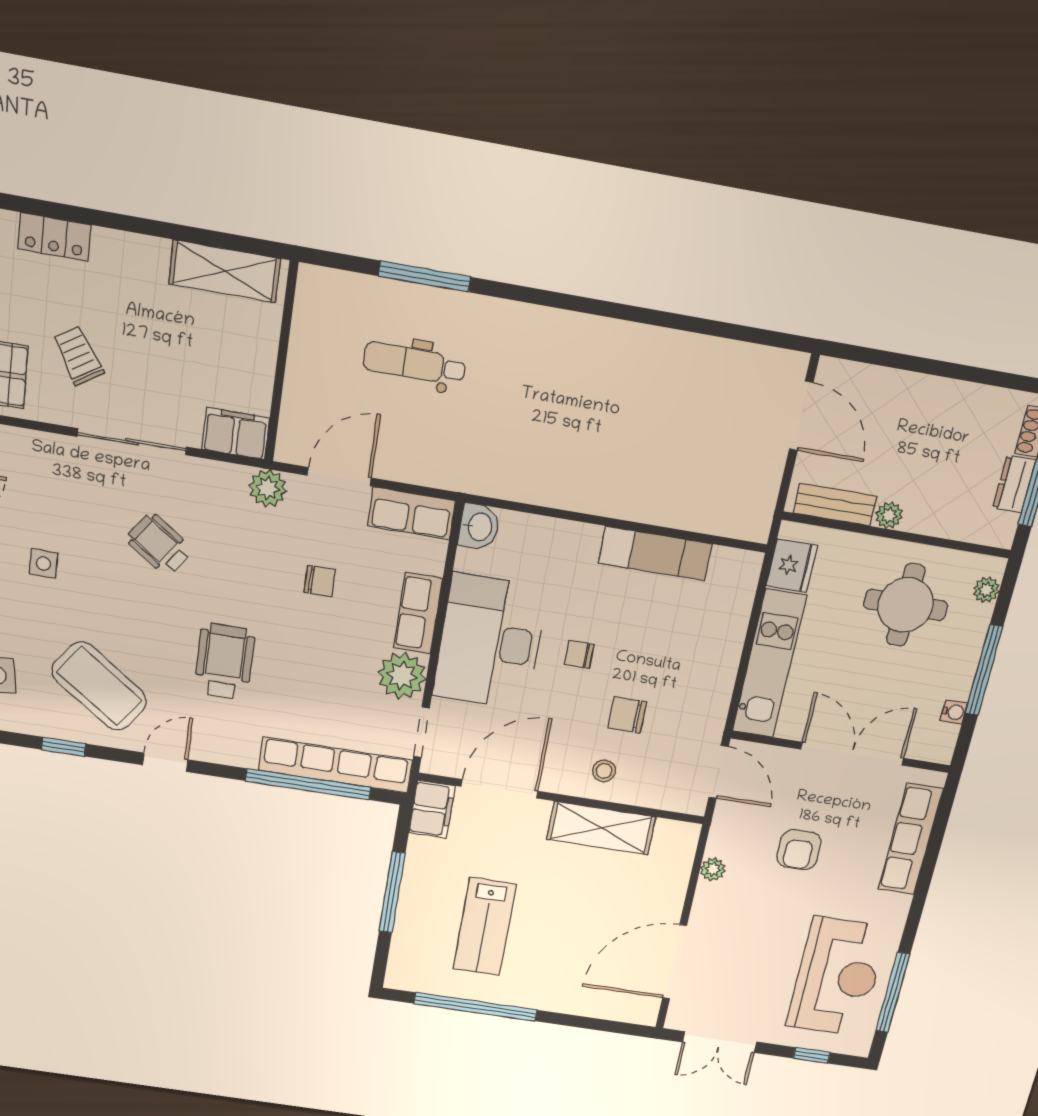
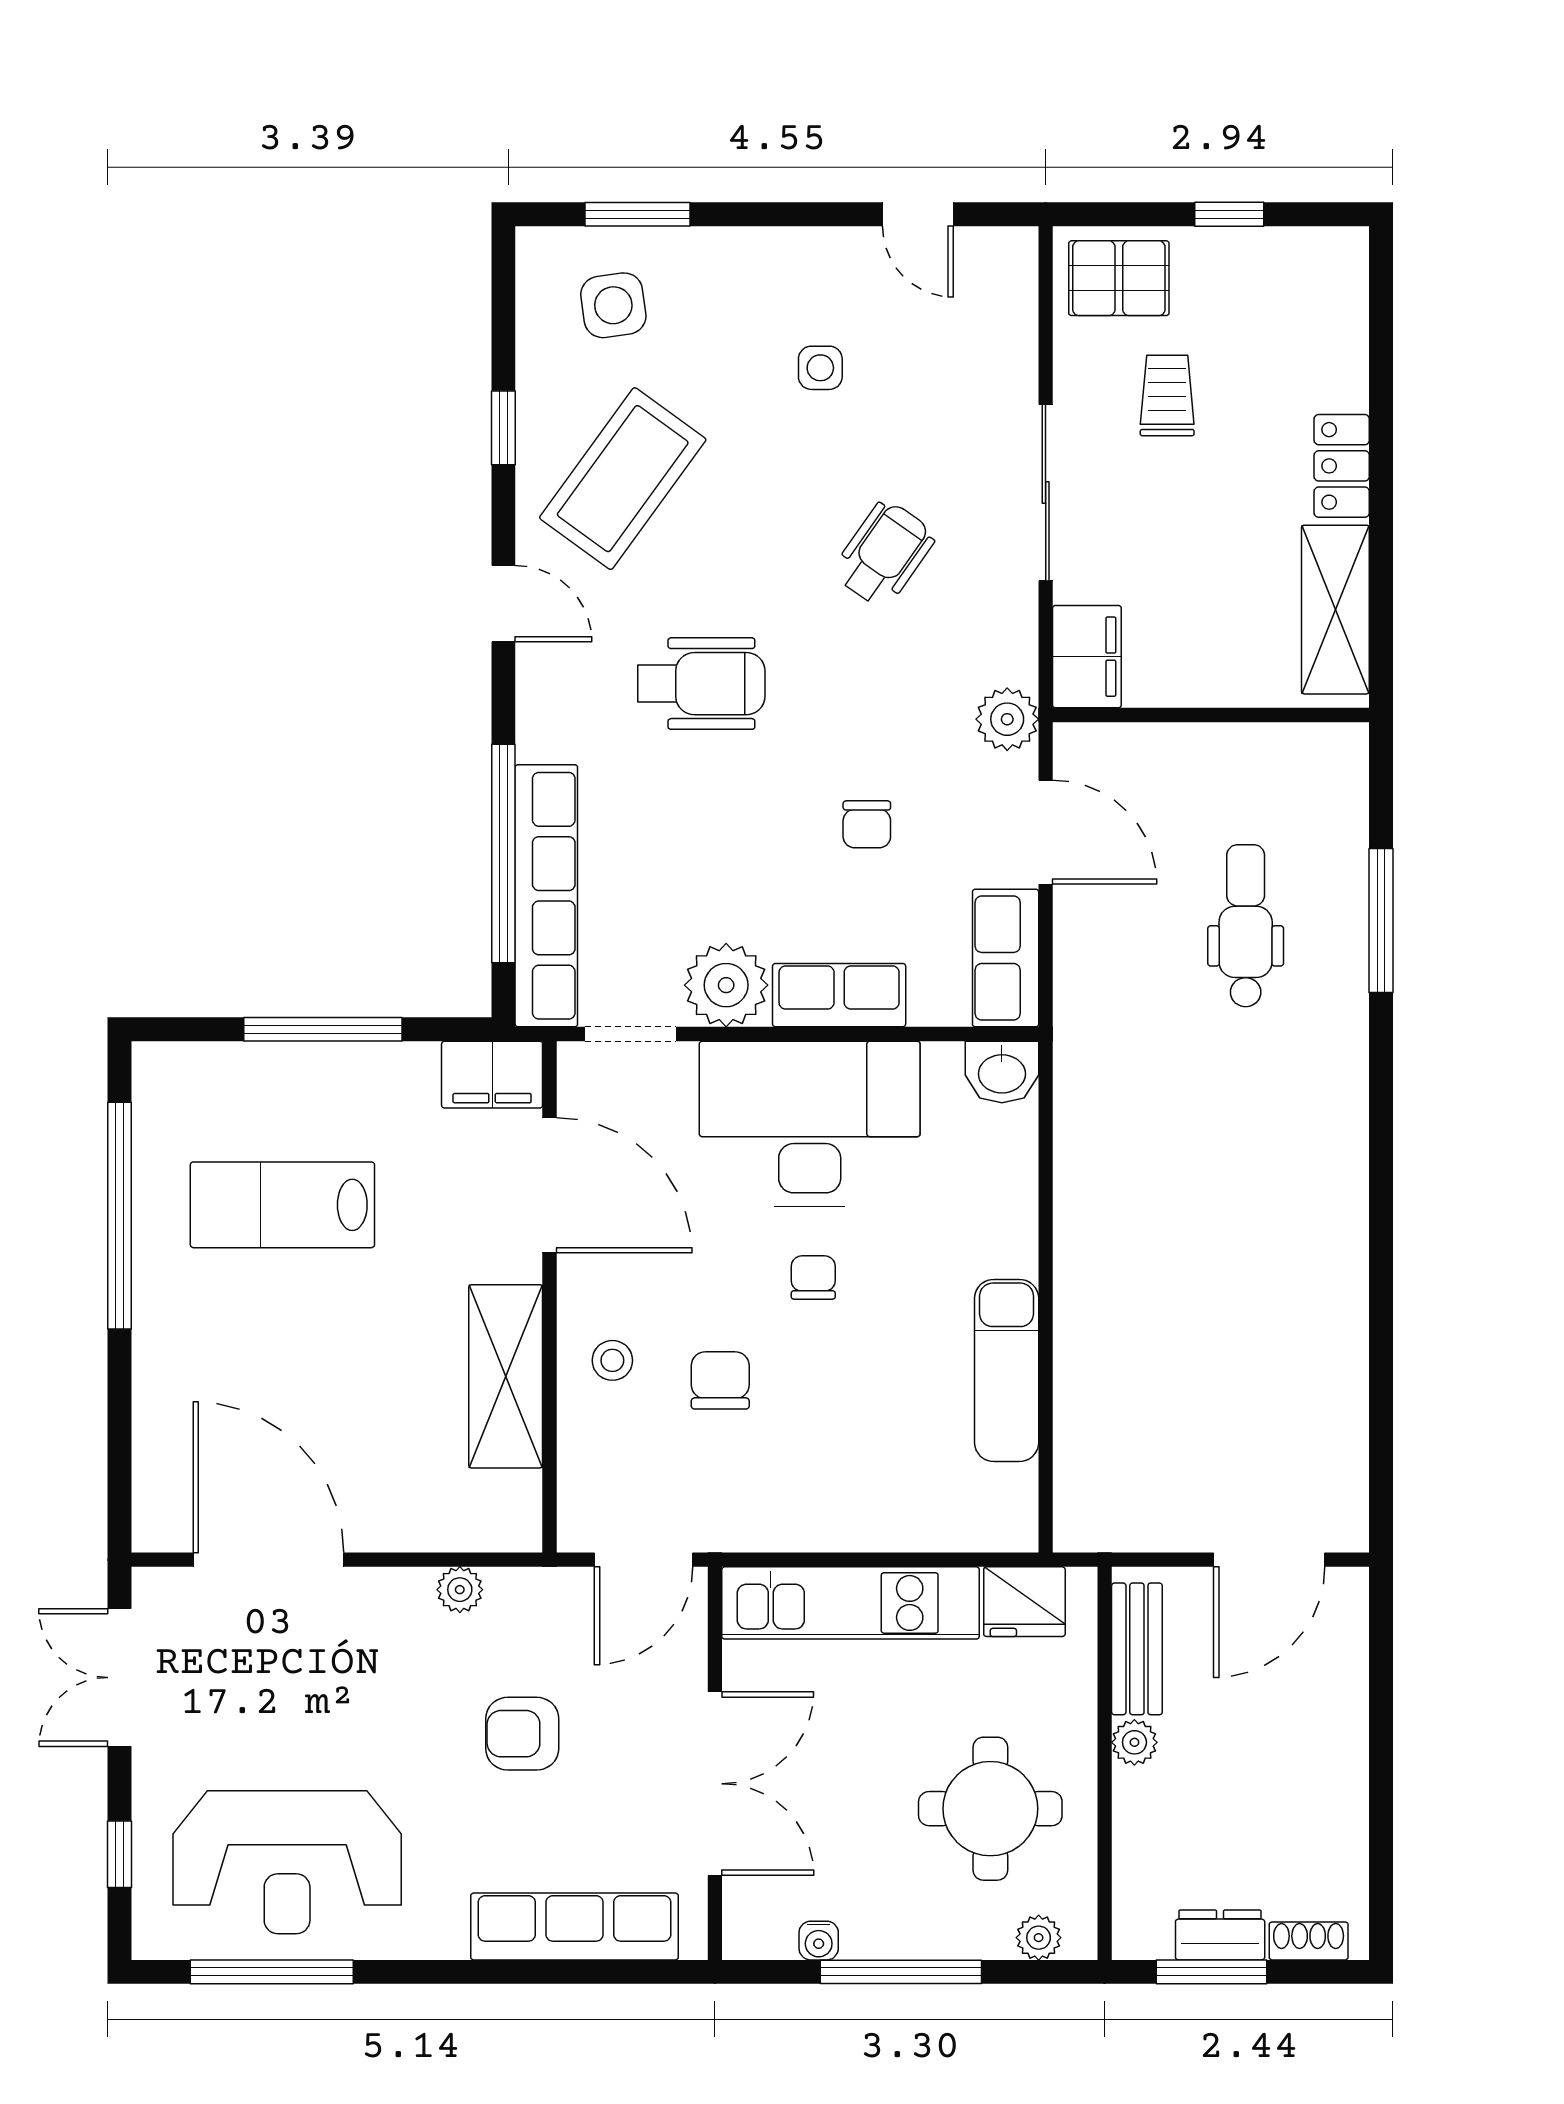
locker: (54, 237) -> (1342, 466), moved
trolley: (78, 356) -> (1167, 395), turned -58

